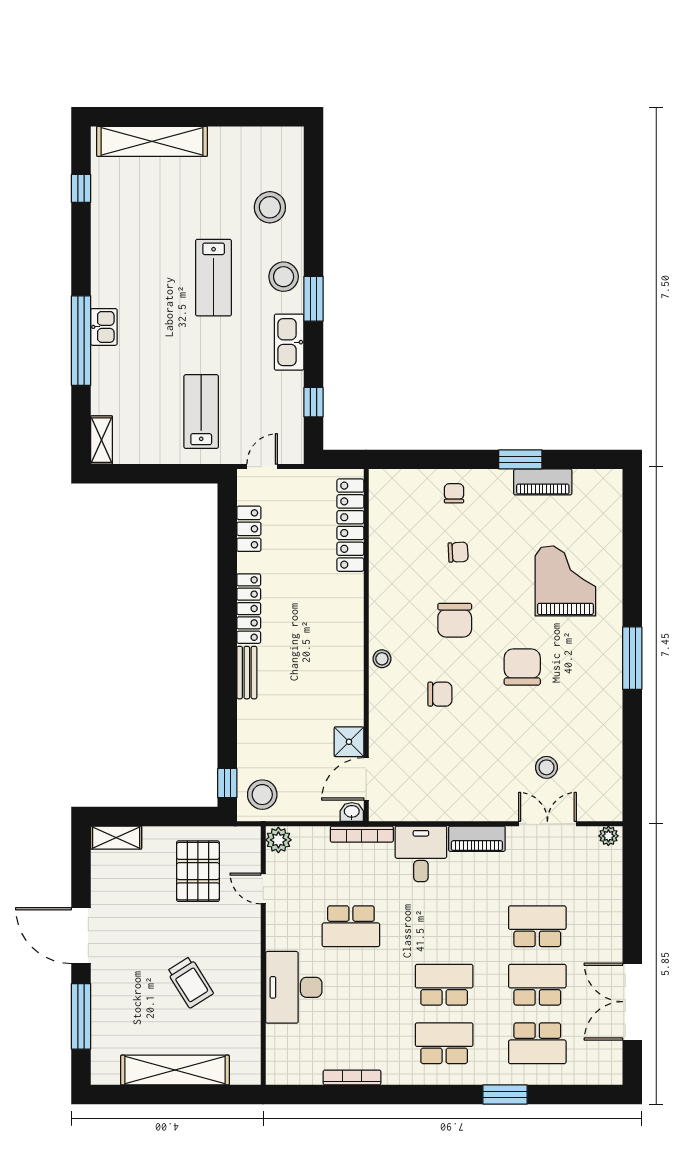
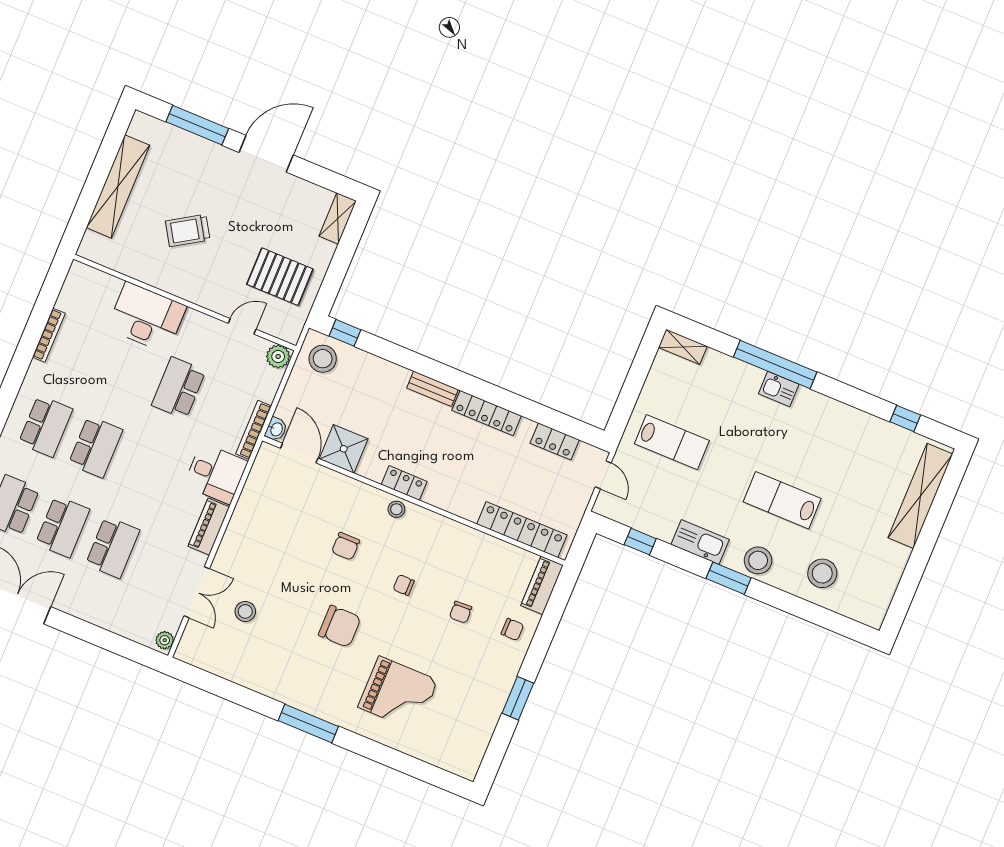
piano: (543, 482) -> (542, 585), moved
chair: (455, 620) -> (404, 585), width x0.54, depth x0.54
locker: (353, 662) -> (404, 483), added
shower: (349, 742) -> (344, 449), width x1.36, depth x1.36

